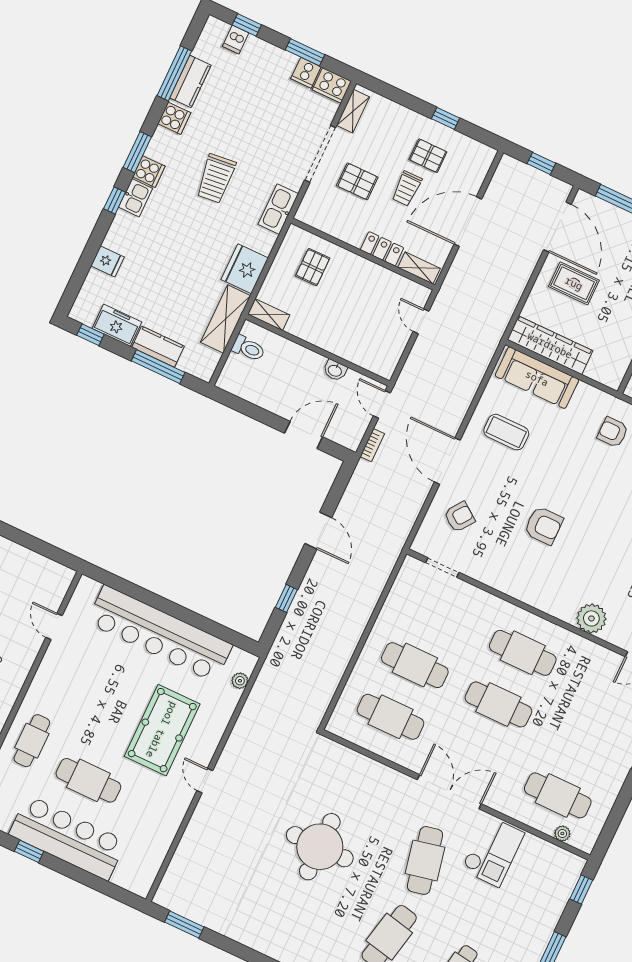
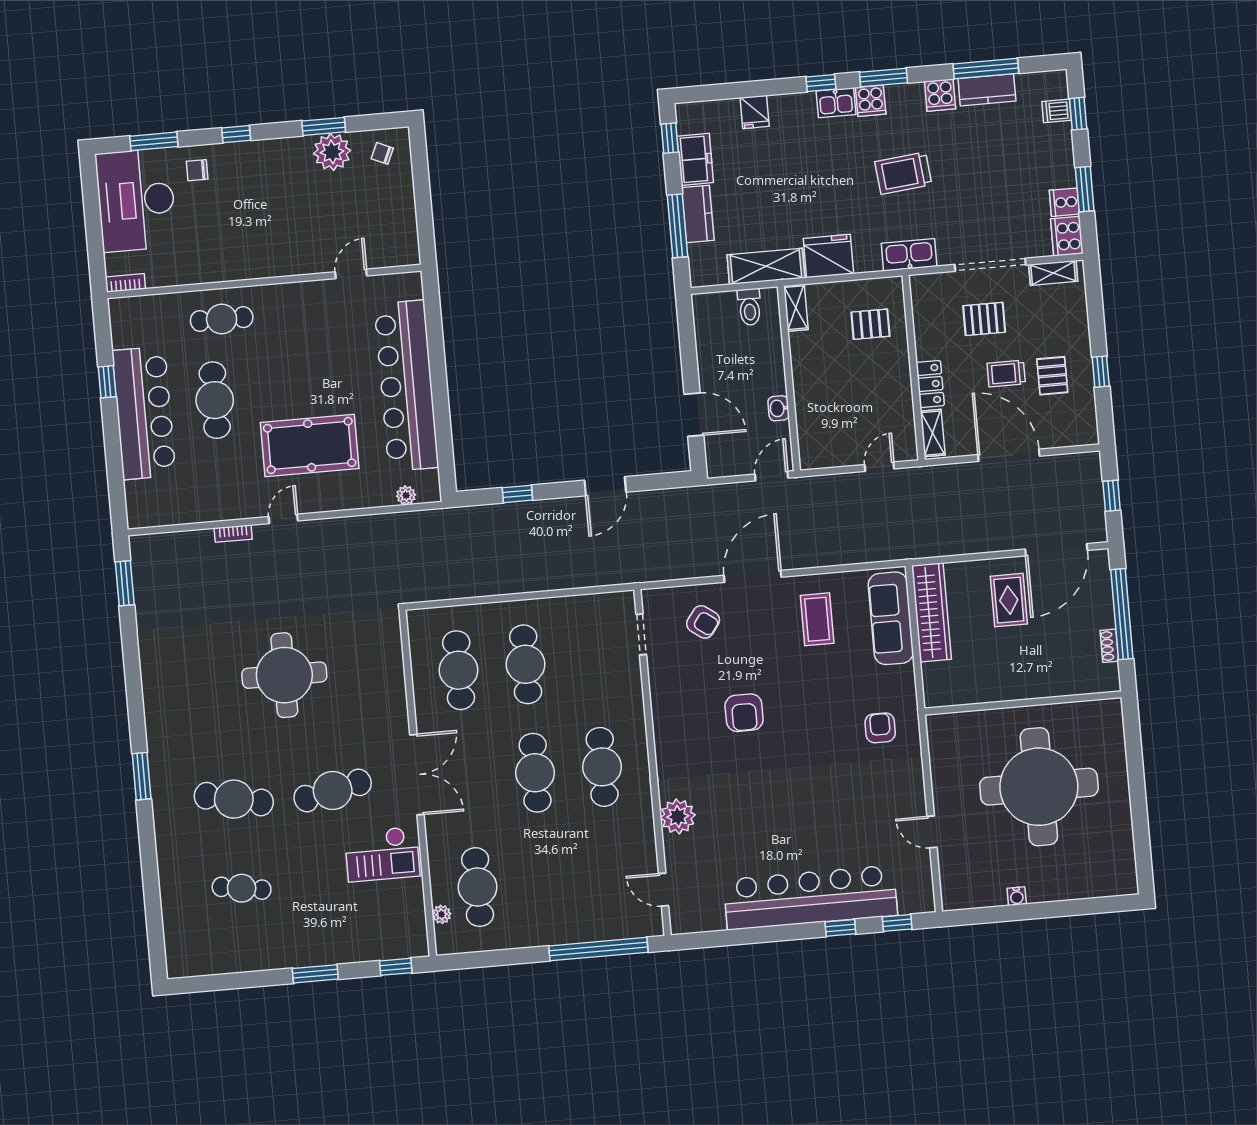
pallet: (357, 181) -> (984, 319), turned 90
bookcase: (372, 445) -> (233, 534), moved

